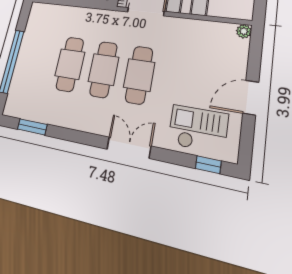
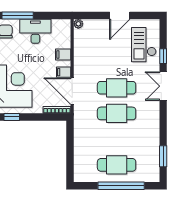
cafe table: (70, 64) -> (117, 165), moved
door: (251, 98) -> (120, 15), hinge flipped
window: (208, 165) -> (163, 56), moved

